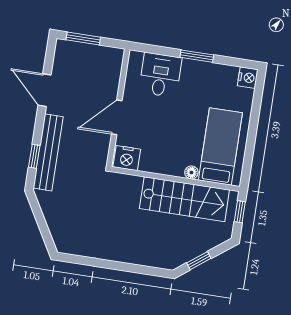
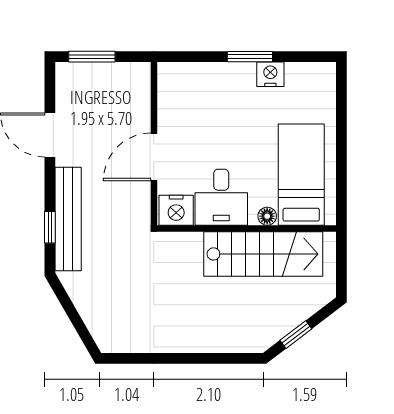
desk: (160, 75) -> (221, 197), moved, turned 180
nightstand: (248, 78) -> (270, 74), moved, turned -90
window: (240, 212) -> (341, 259), removed

